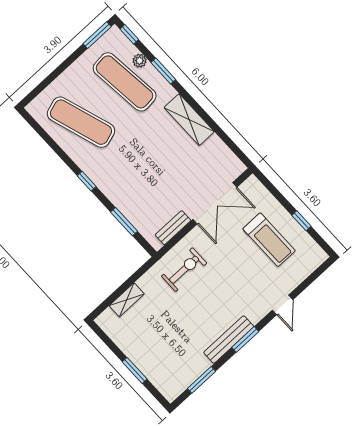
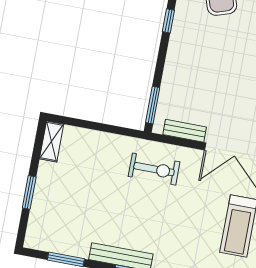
window: (124, 222) -> (153, 105), moved
shelving: (127, 300) -> (52, 141), moved, turned 90

